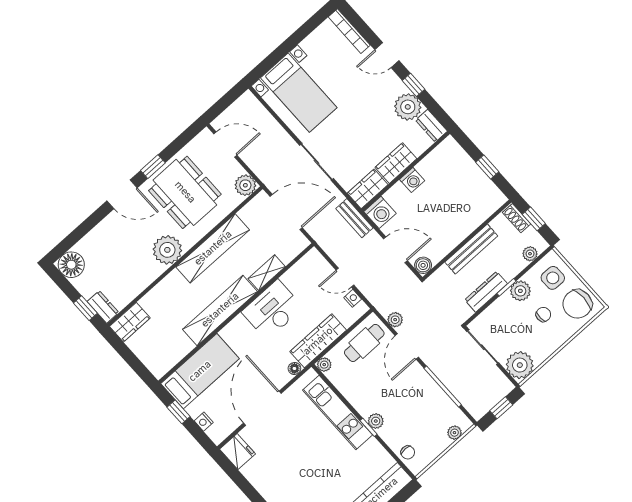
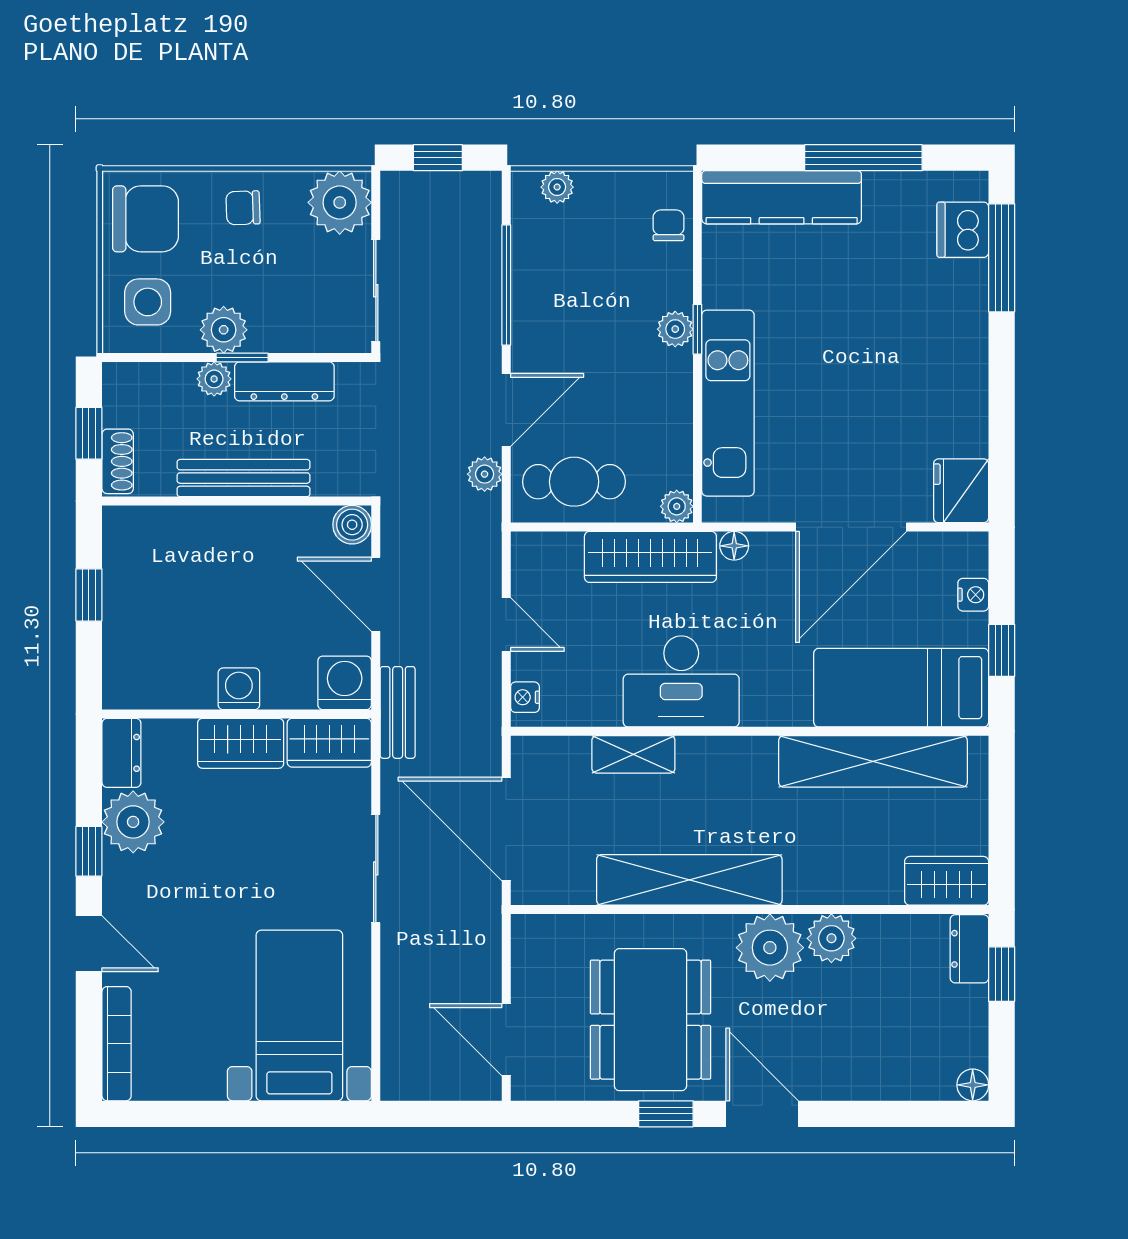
plant: (245, 185) -> (831, 938), moved
plant: (530, 254) -> (214, 379), moved
floor lamp: (71, 265) -> (973, 1085), width x0.53, depth x0.53
nightstand: (353, 298) -> (525, 697), moved
shelving: (220, 310) -> (873, 761), moved
chair: (543, 314) -> (243, 208), moved

